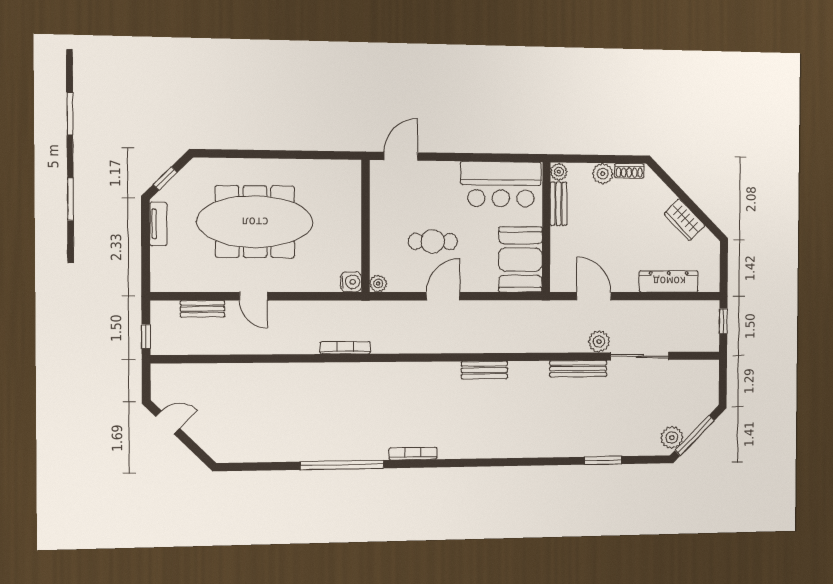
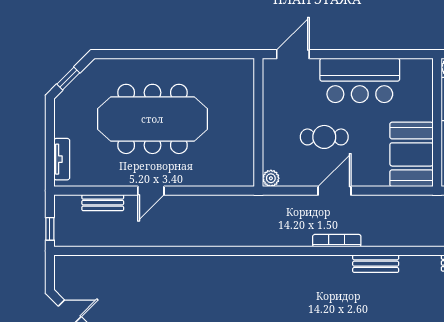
bar counter: (501, 184) -> (360, 80), moved
tv unit: (158, 224) -> (62, 159), moved
water cooler: (351, 282) -> (245, 177), removed
door: (254, 296) -> (151, 191), hinge flipped
bookcase: (345, 348) -> (337, 241), moved

